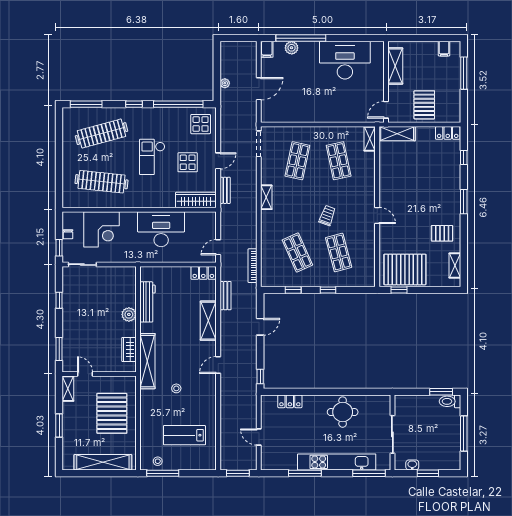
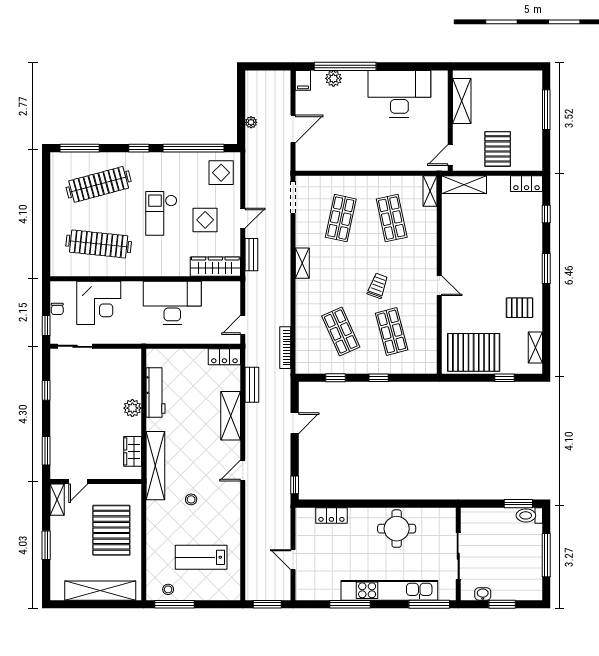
filing cabinet: (444, 49) -> (522, 79), removed
window: (399, 290) -> (505, 378), moved
door: (85, 374) -> (78, 482), swing flipped

